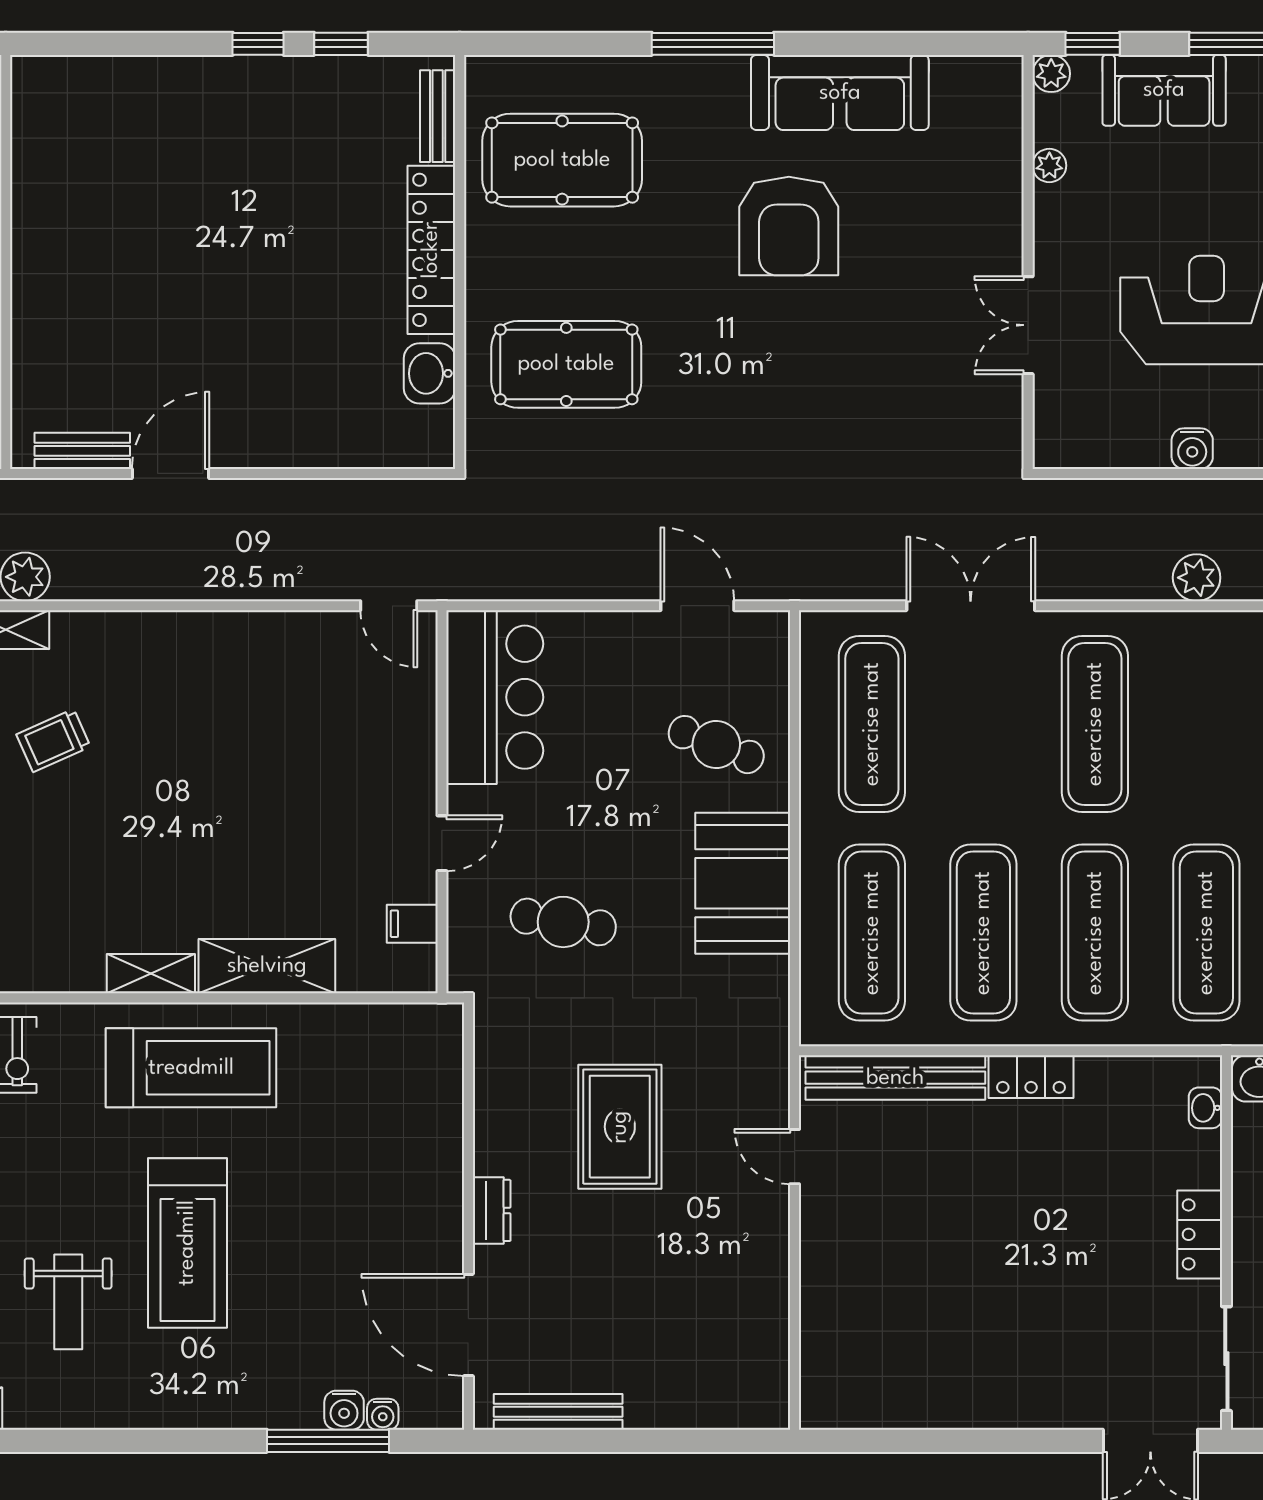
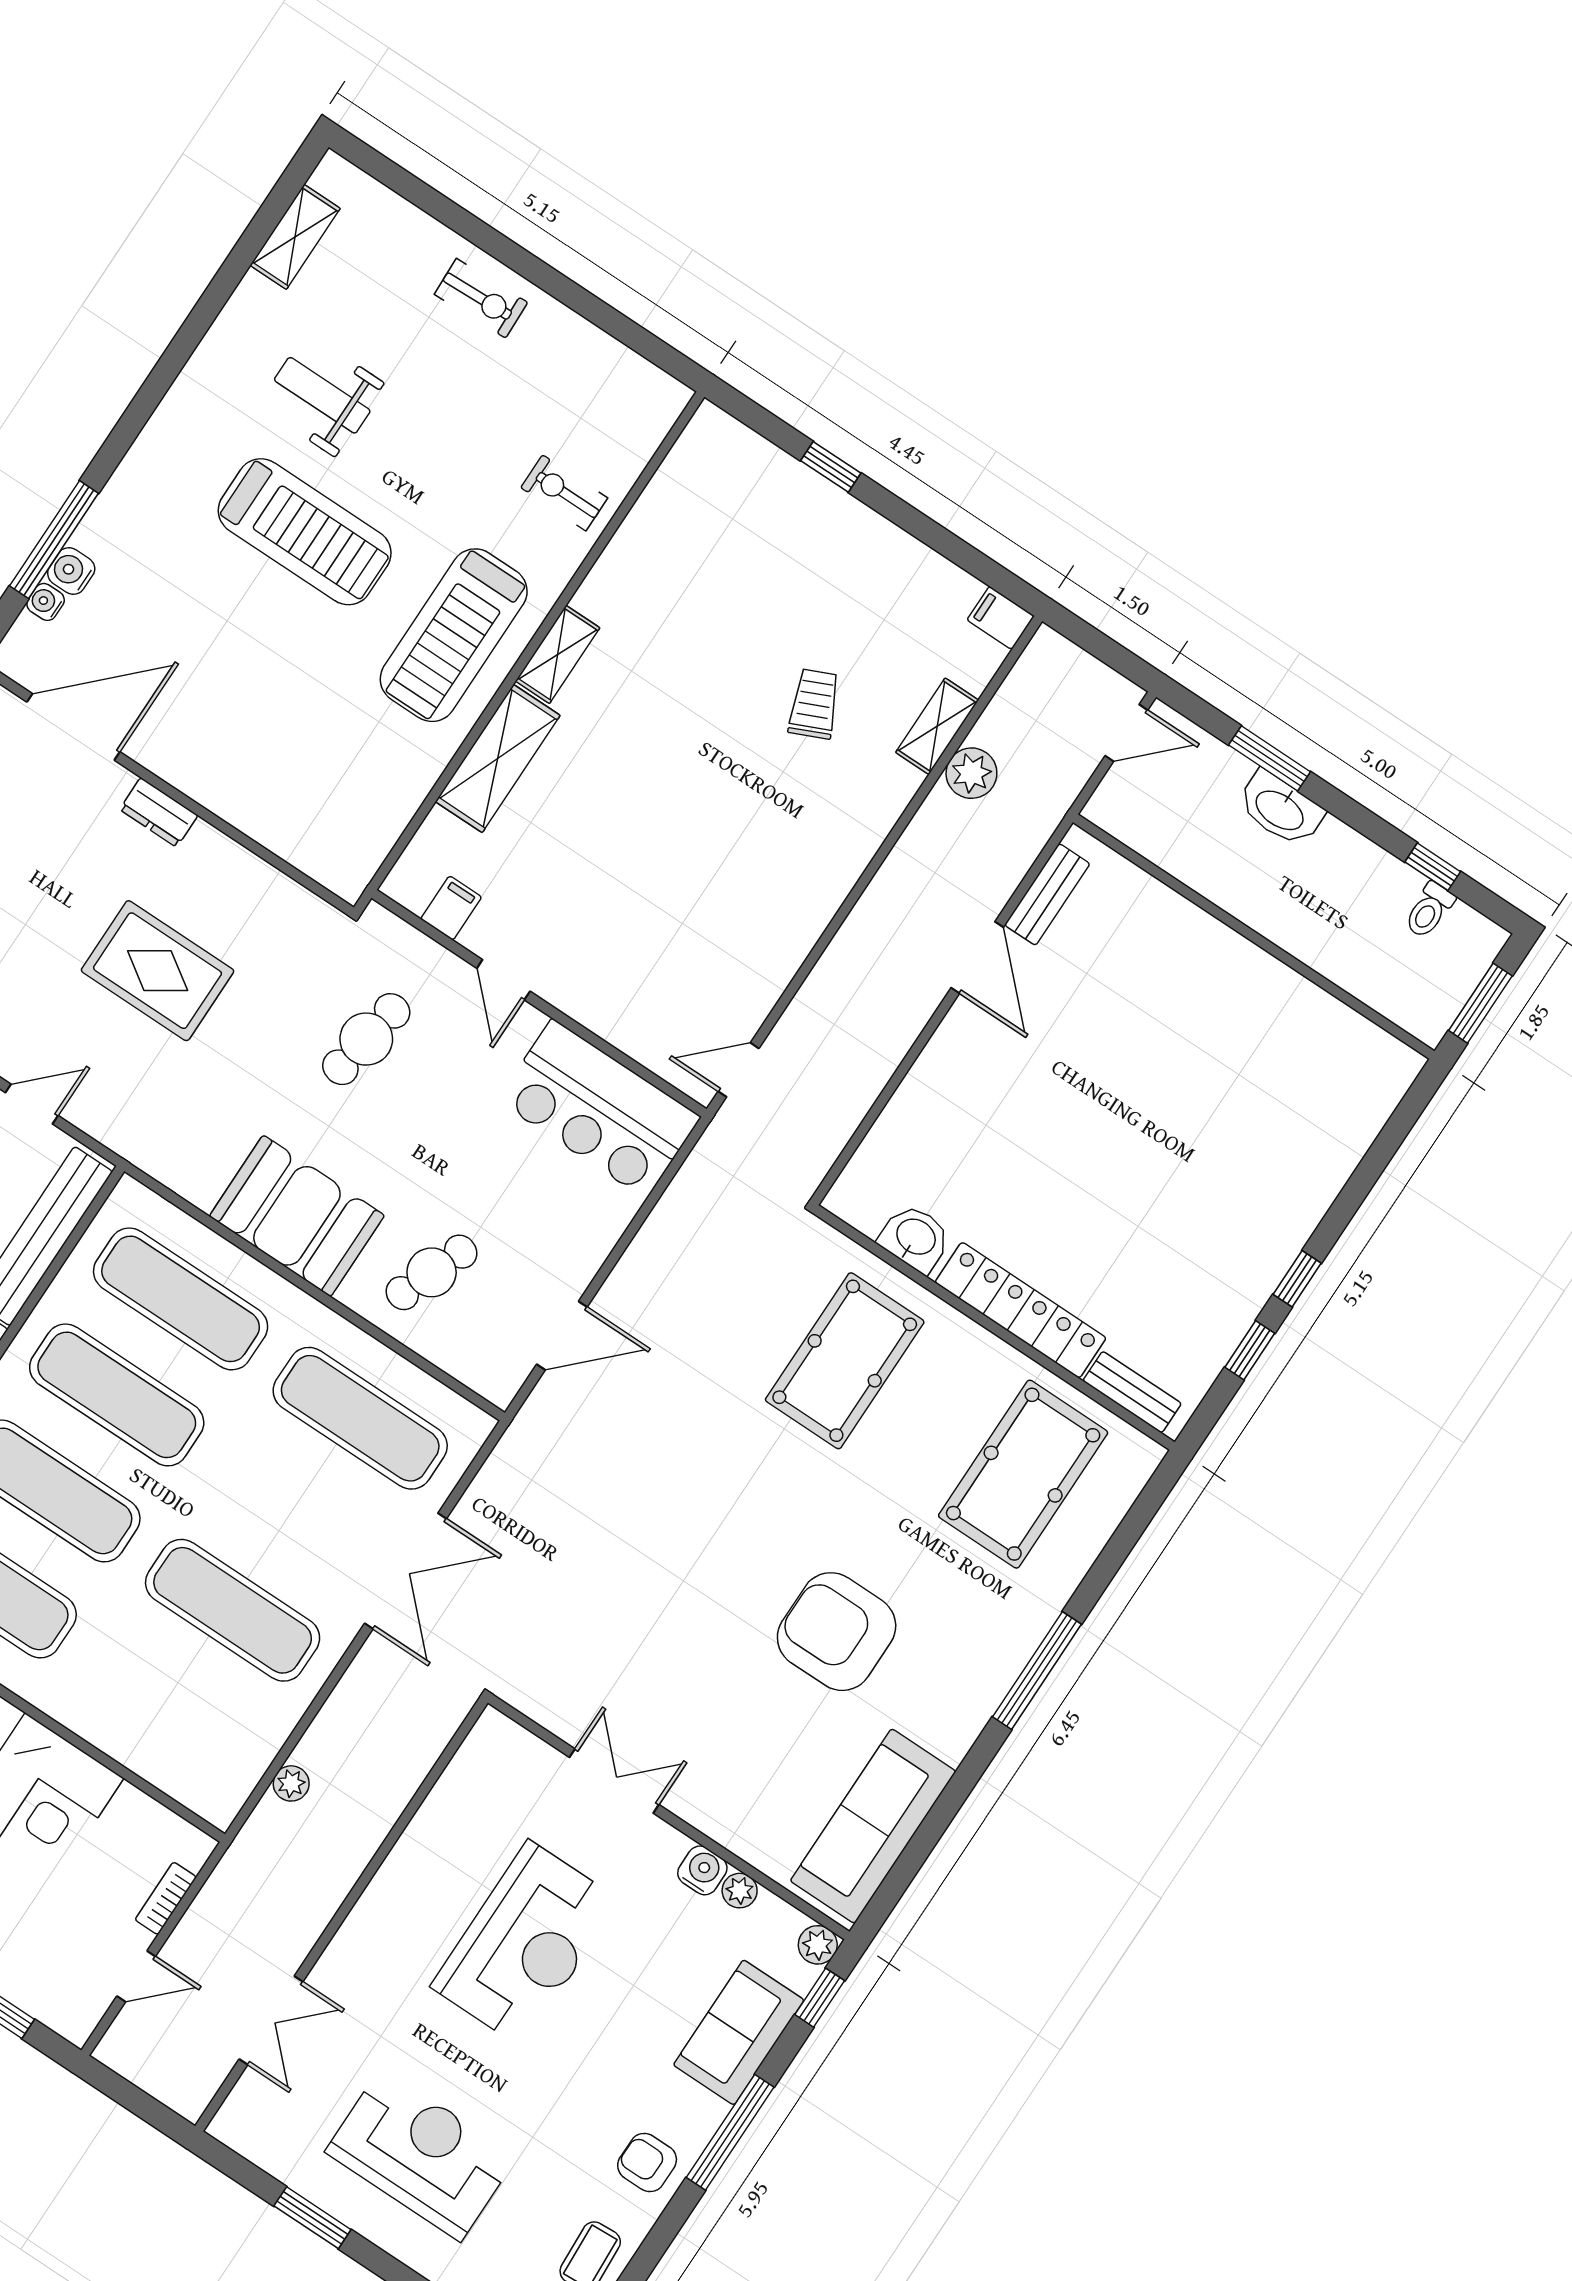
sofa: (840, 93) -> (873, 1826), moved
water cooler: (1192, 449) -> (702, 1870), moved, turned 90
plant: (1197, 578) -> (291, 1783), width x0.73, depth x0.73
treadmill: (187, 1243) -> (305, 532), turned 180

